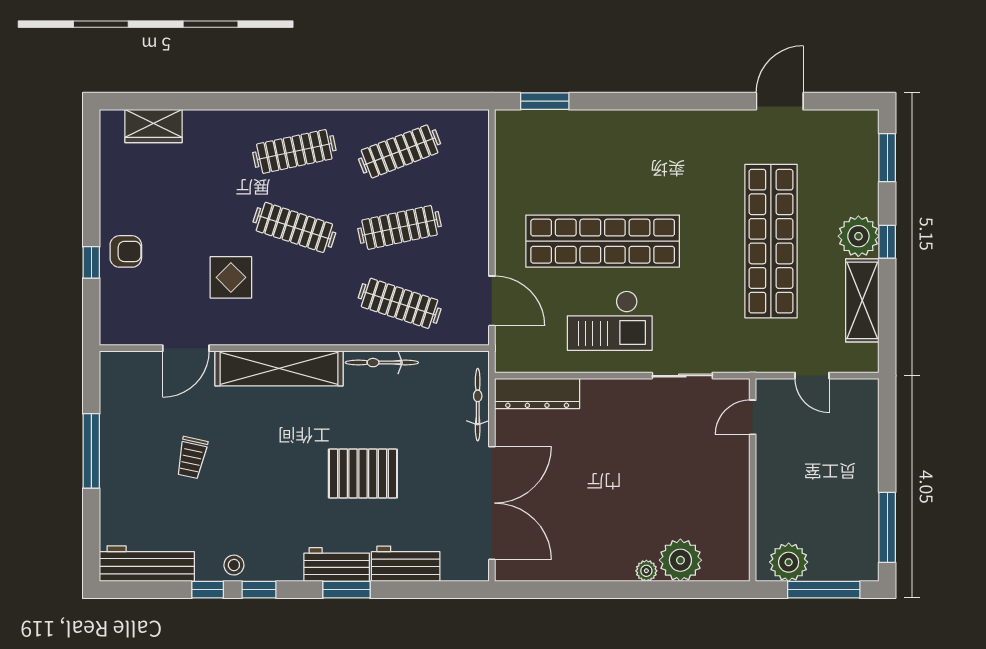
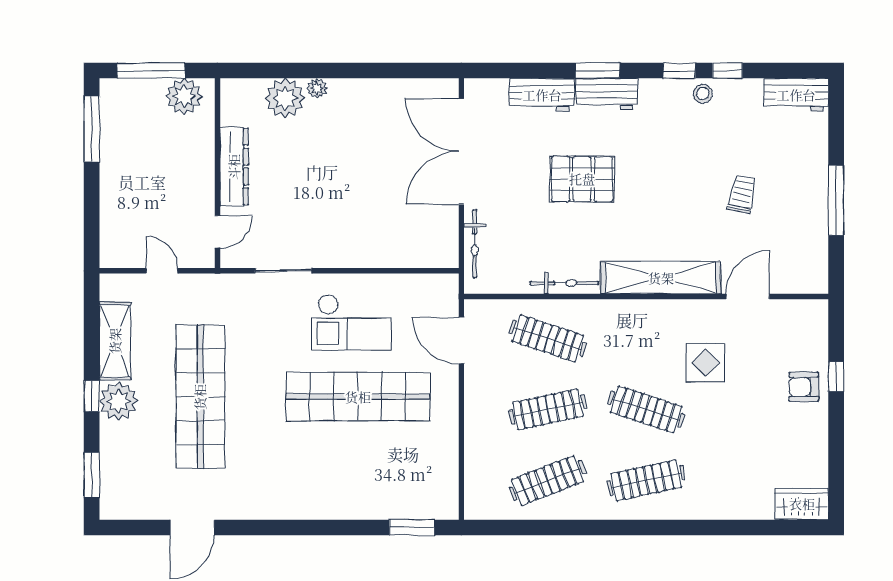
wardrobe: (154, 126) -> (802, 504), moved
checkout: (610, 321) -> (351, 322), turned 180
dresser: (537, 394) -> (234, 167), moved, turned 90
workbench: (147, 564) -> (796, 95), width x0.73

